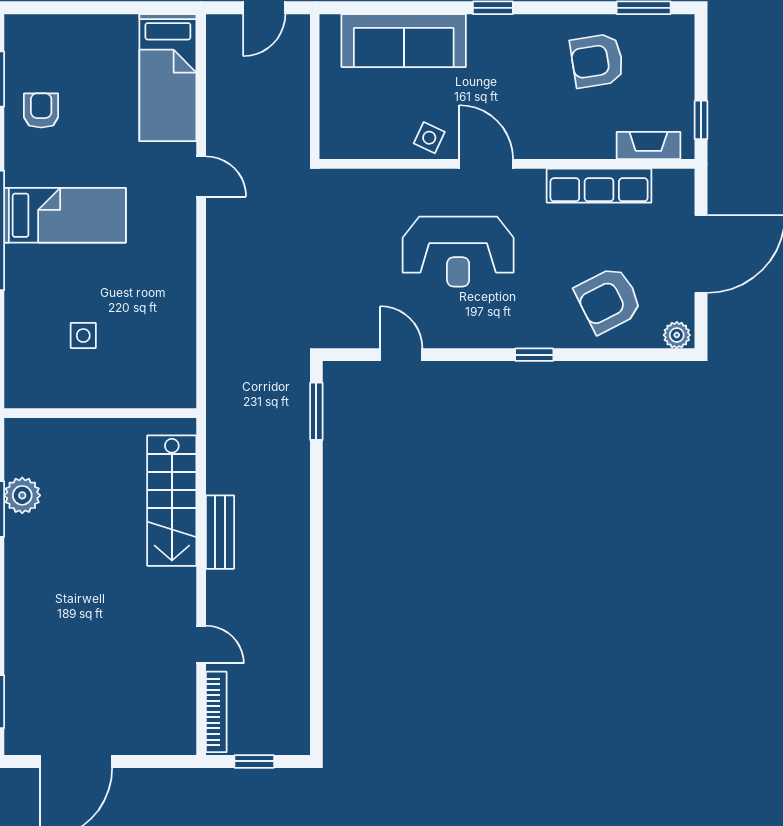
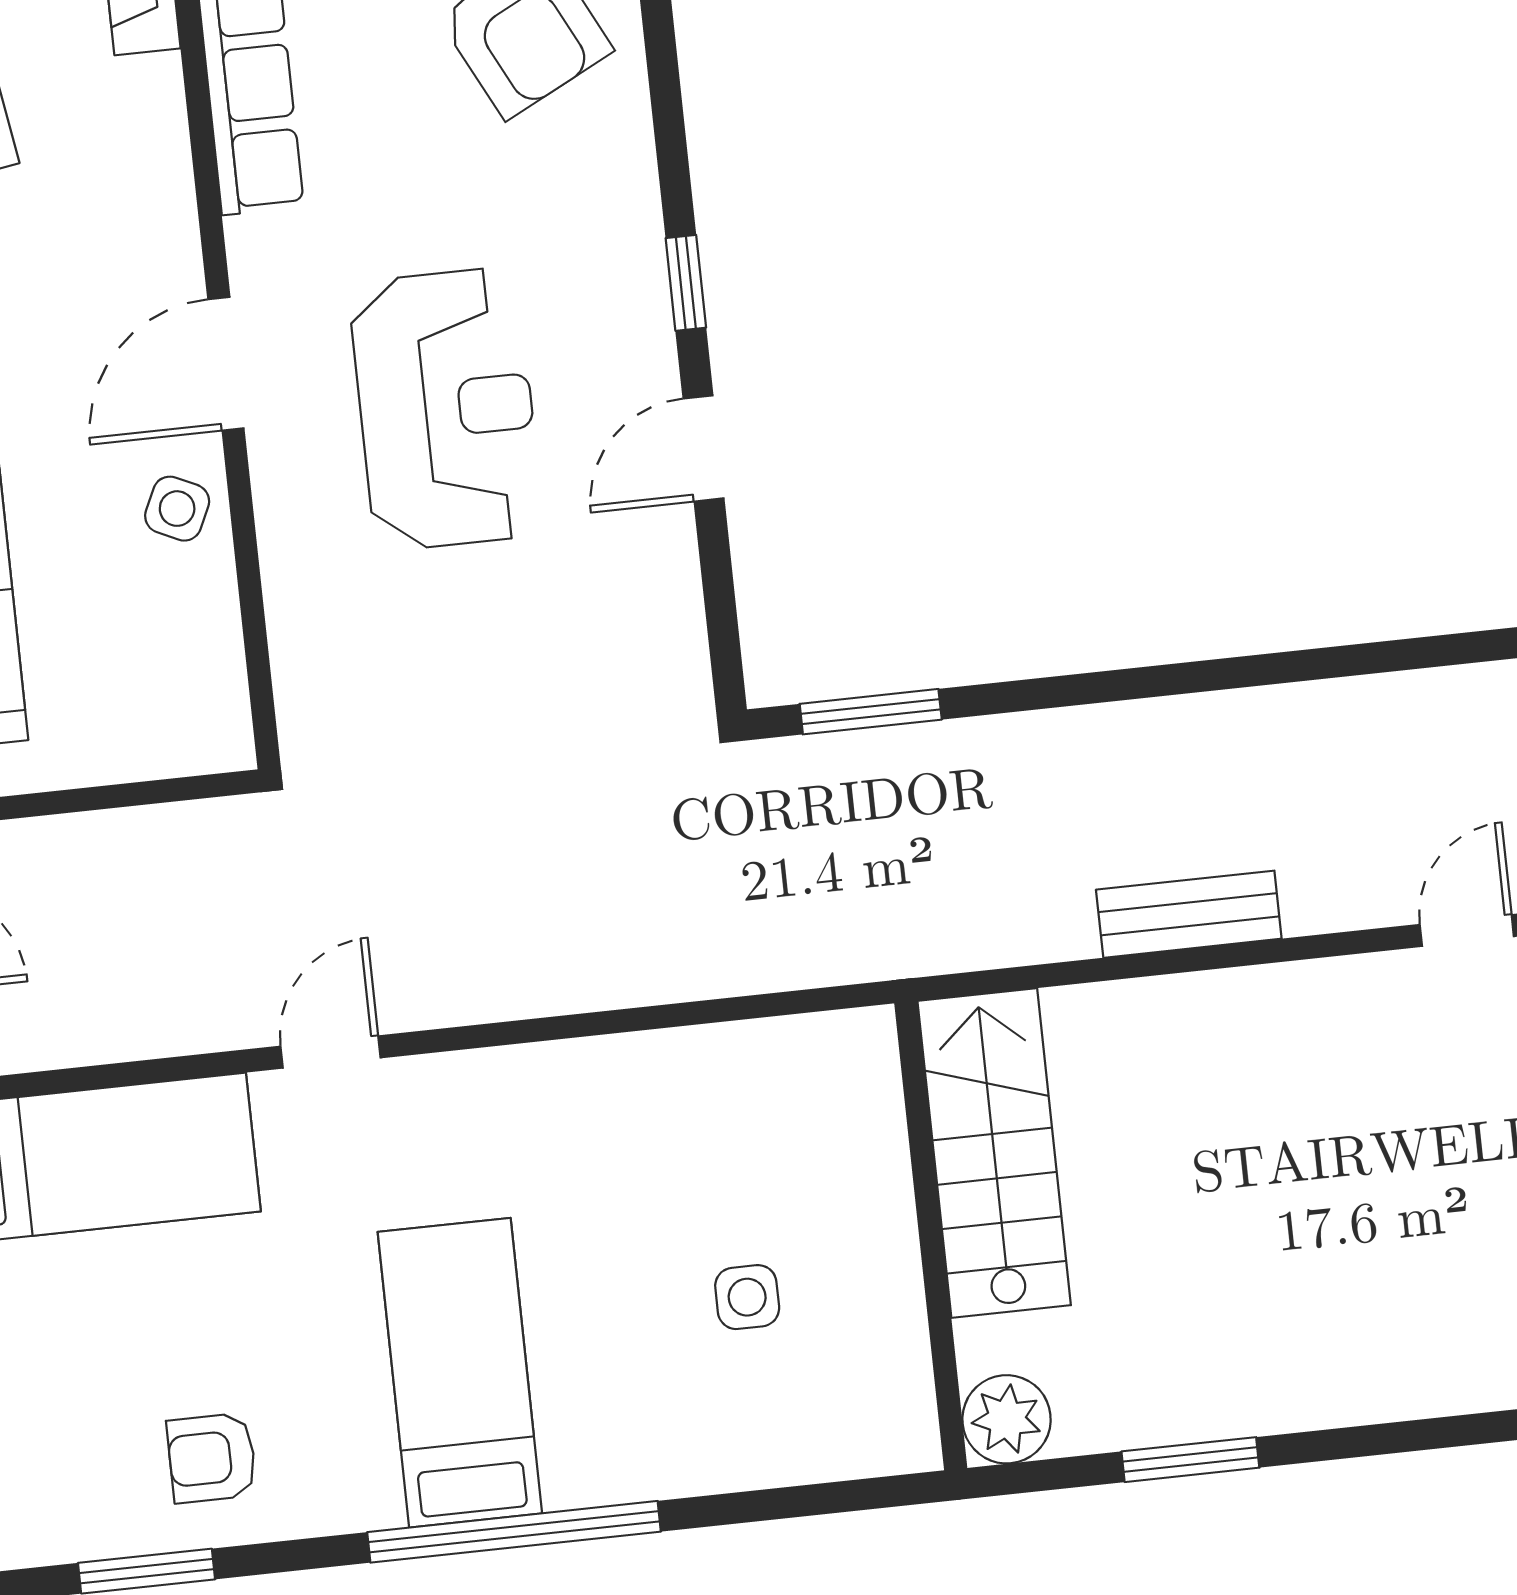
door: (401, 355) -> (704, 448), moved
window: (534, 355) -> (686, 283), moved
plant: (22, 495) -> (1007, 1419), moved
stairs: (172, 501) -> (994, 1153), moved, turned -90

